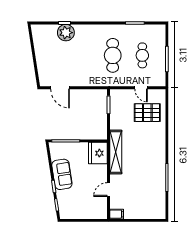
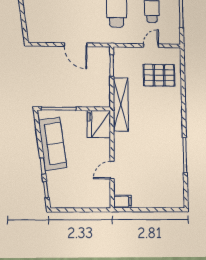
door: (60, 88) -> (76, 45), moved
door: (141, 88) -> (151, 46), swing flipped
shelving: (116, 152) -> (121, 104), moved
sofa: (62, 174) -> (52, 144), width x1.36

